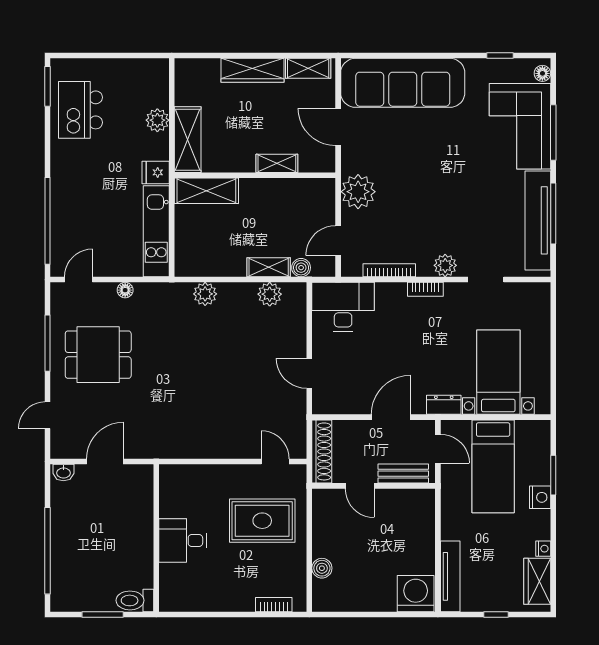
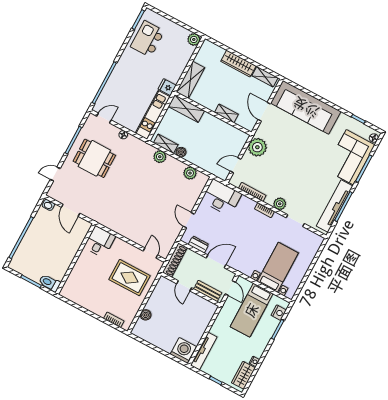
plant: (157, 120) -> (194, 39), moved
shelving: (269, 267) -> (166, 144), moved
boiler: (301, 268) -> (181, 152), moved
dresser: (444, 405) -> (199, 245), moved
door: (105, 461) -> (71, 210), swing flipped
nightstand: (540, 497) -> (279, 313), moved
desk: (183, 541) -> (100, 242), moved, turned 90

